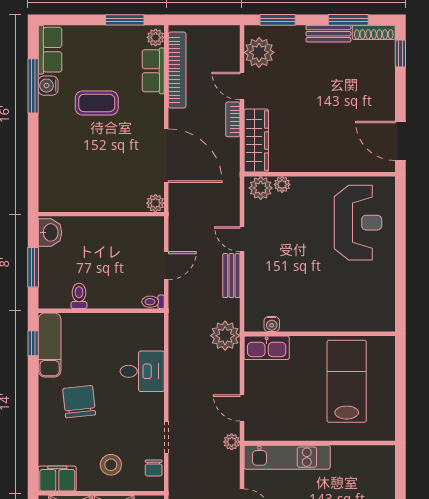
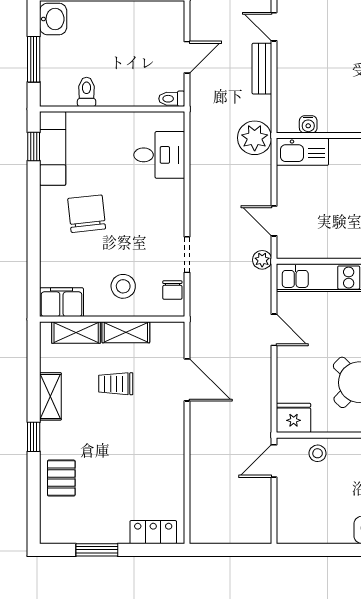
desk: (142, 371) -> (159, 155), moved

